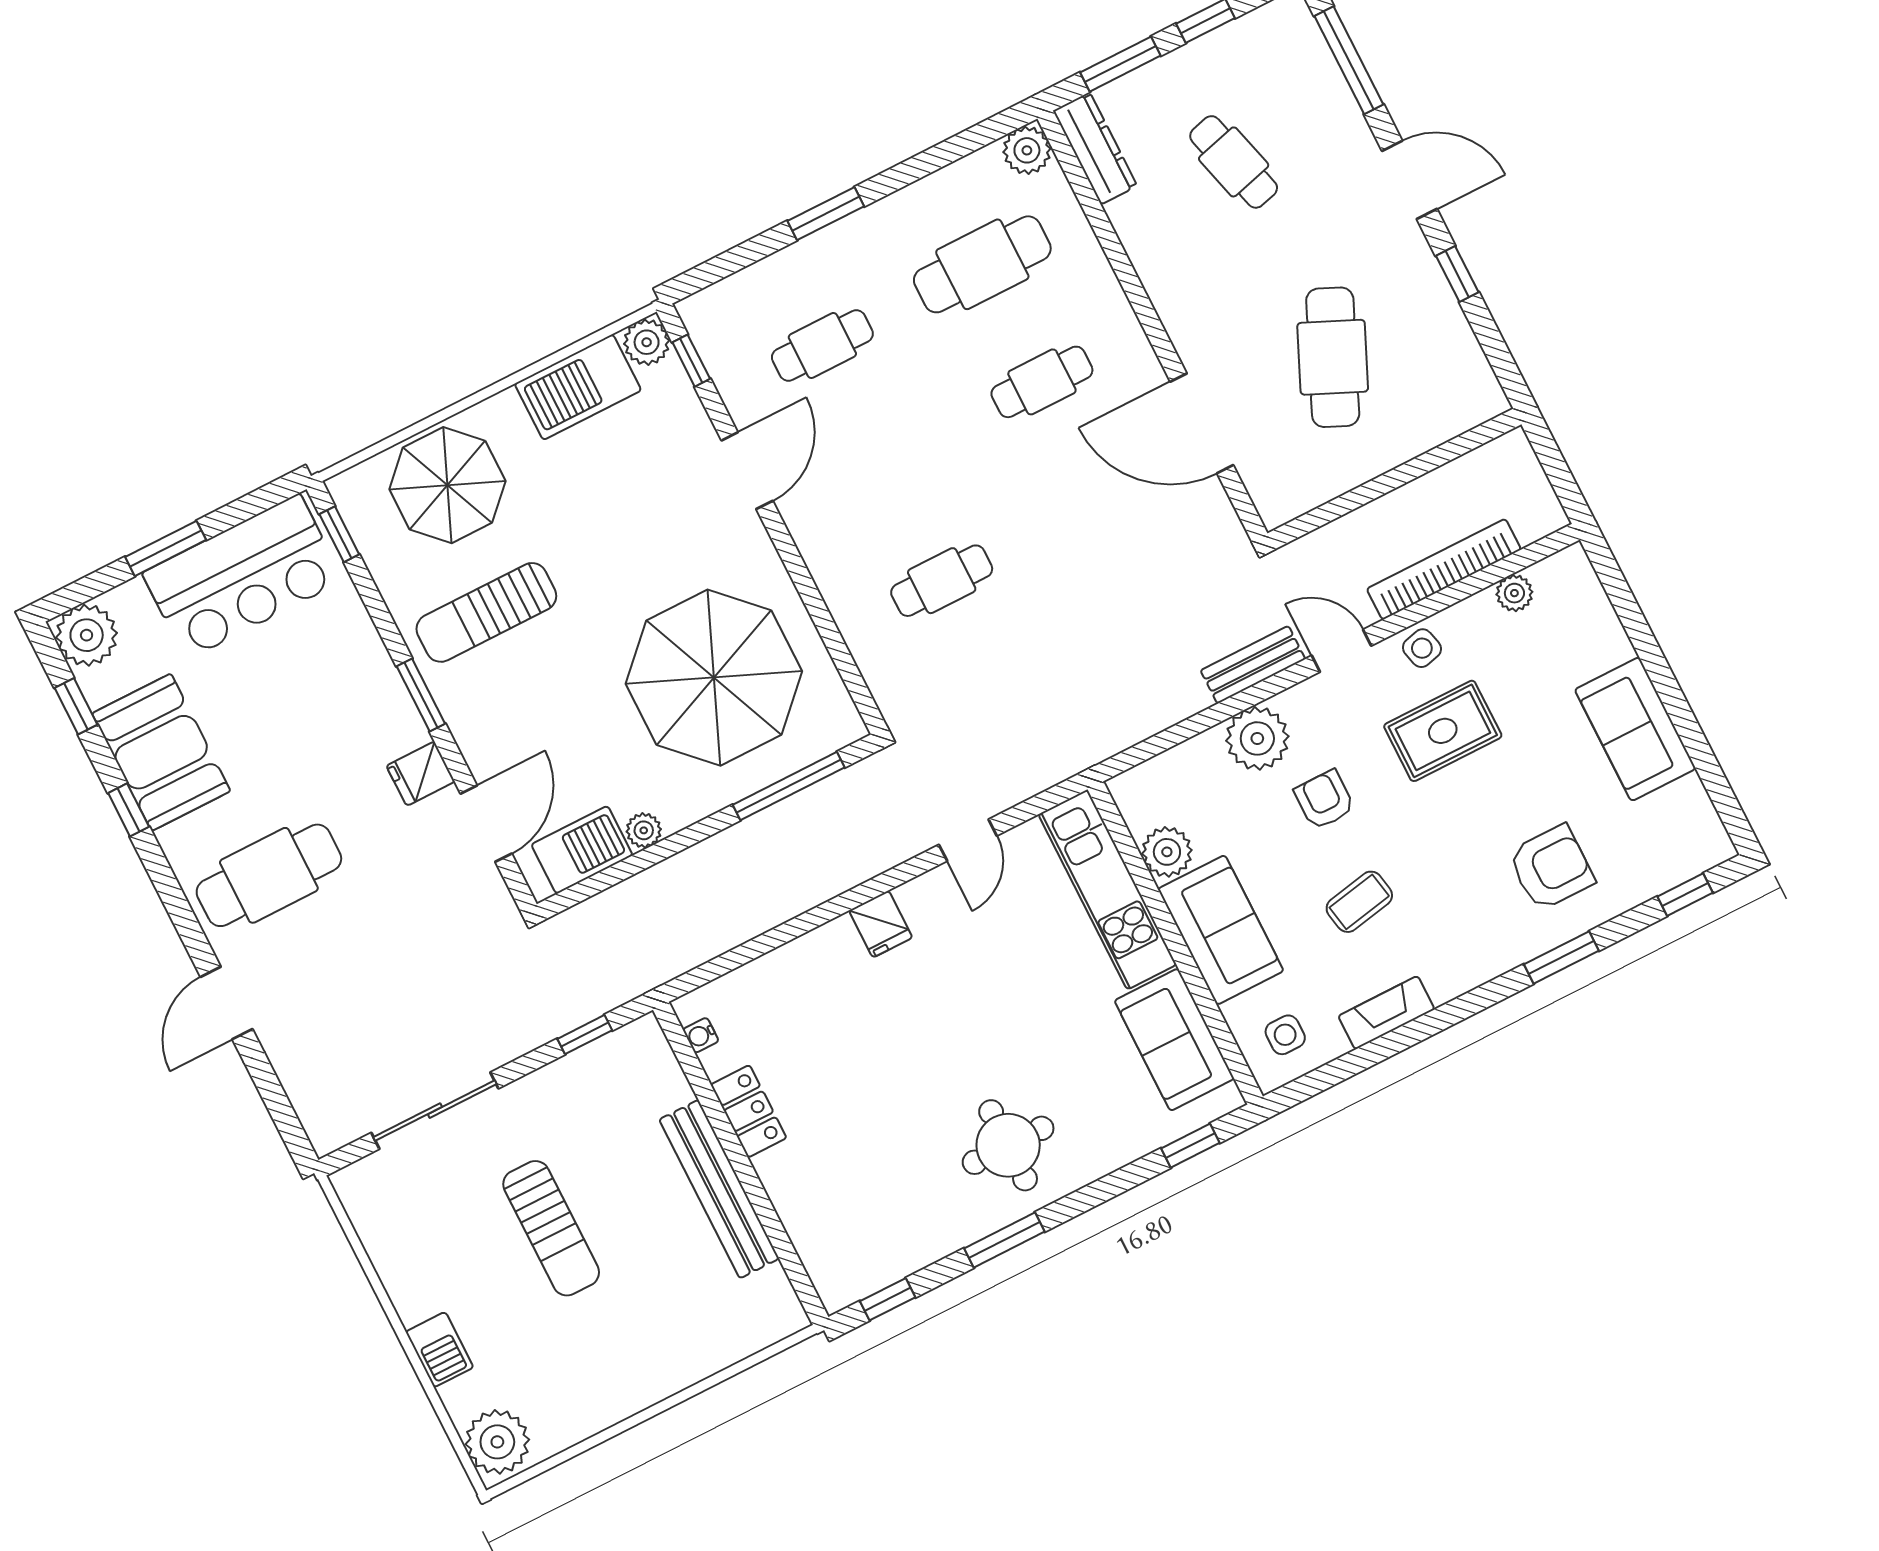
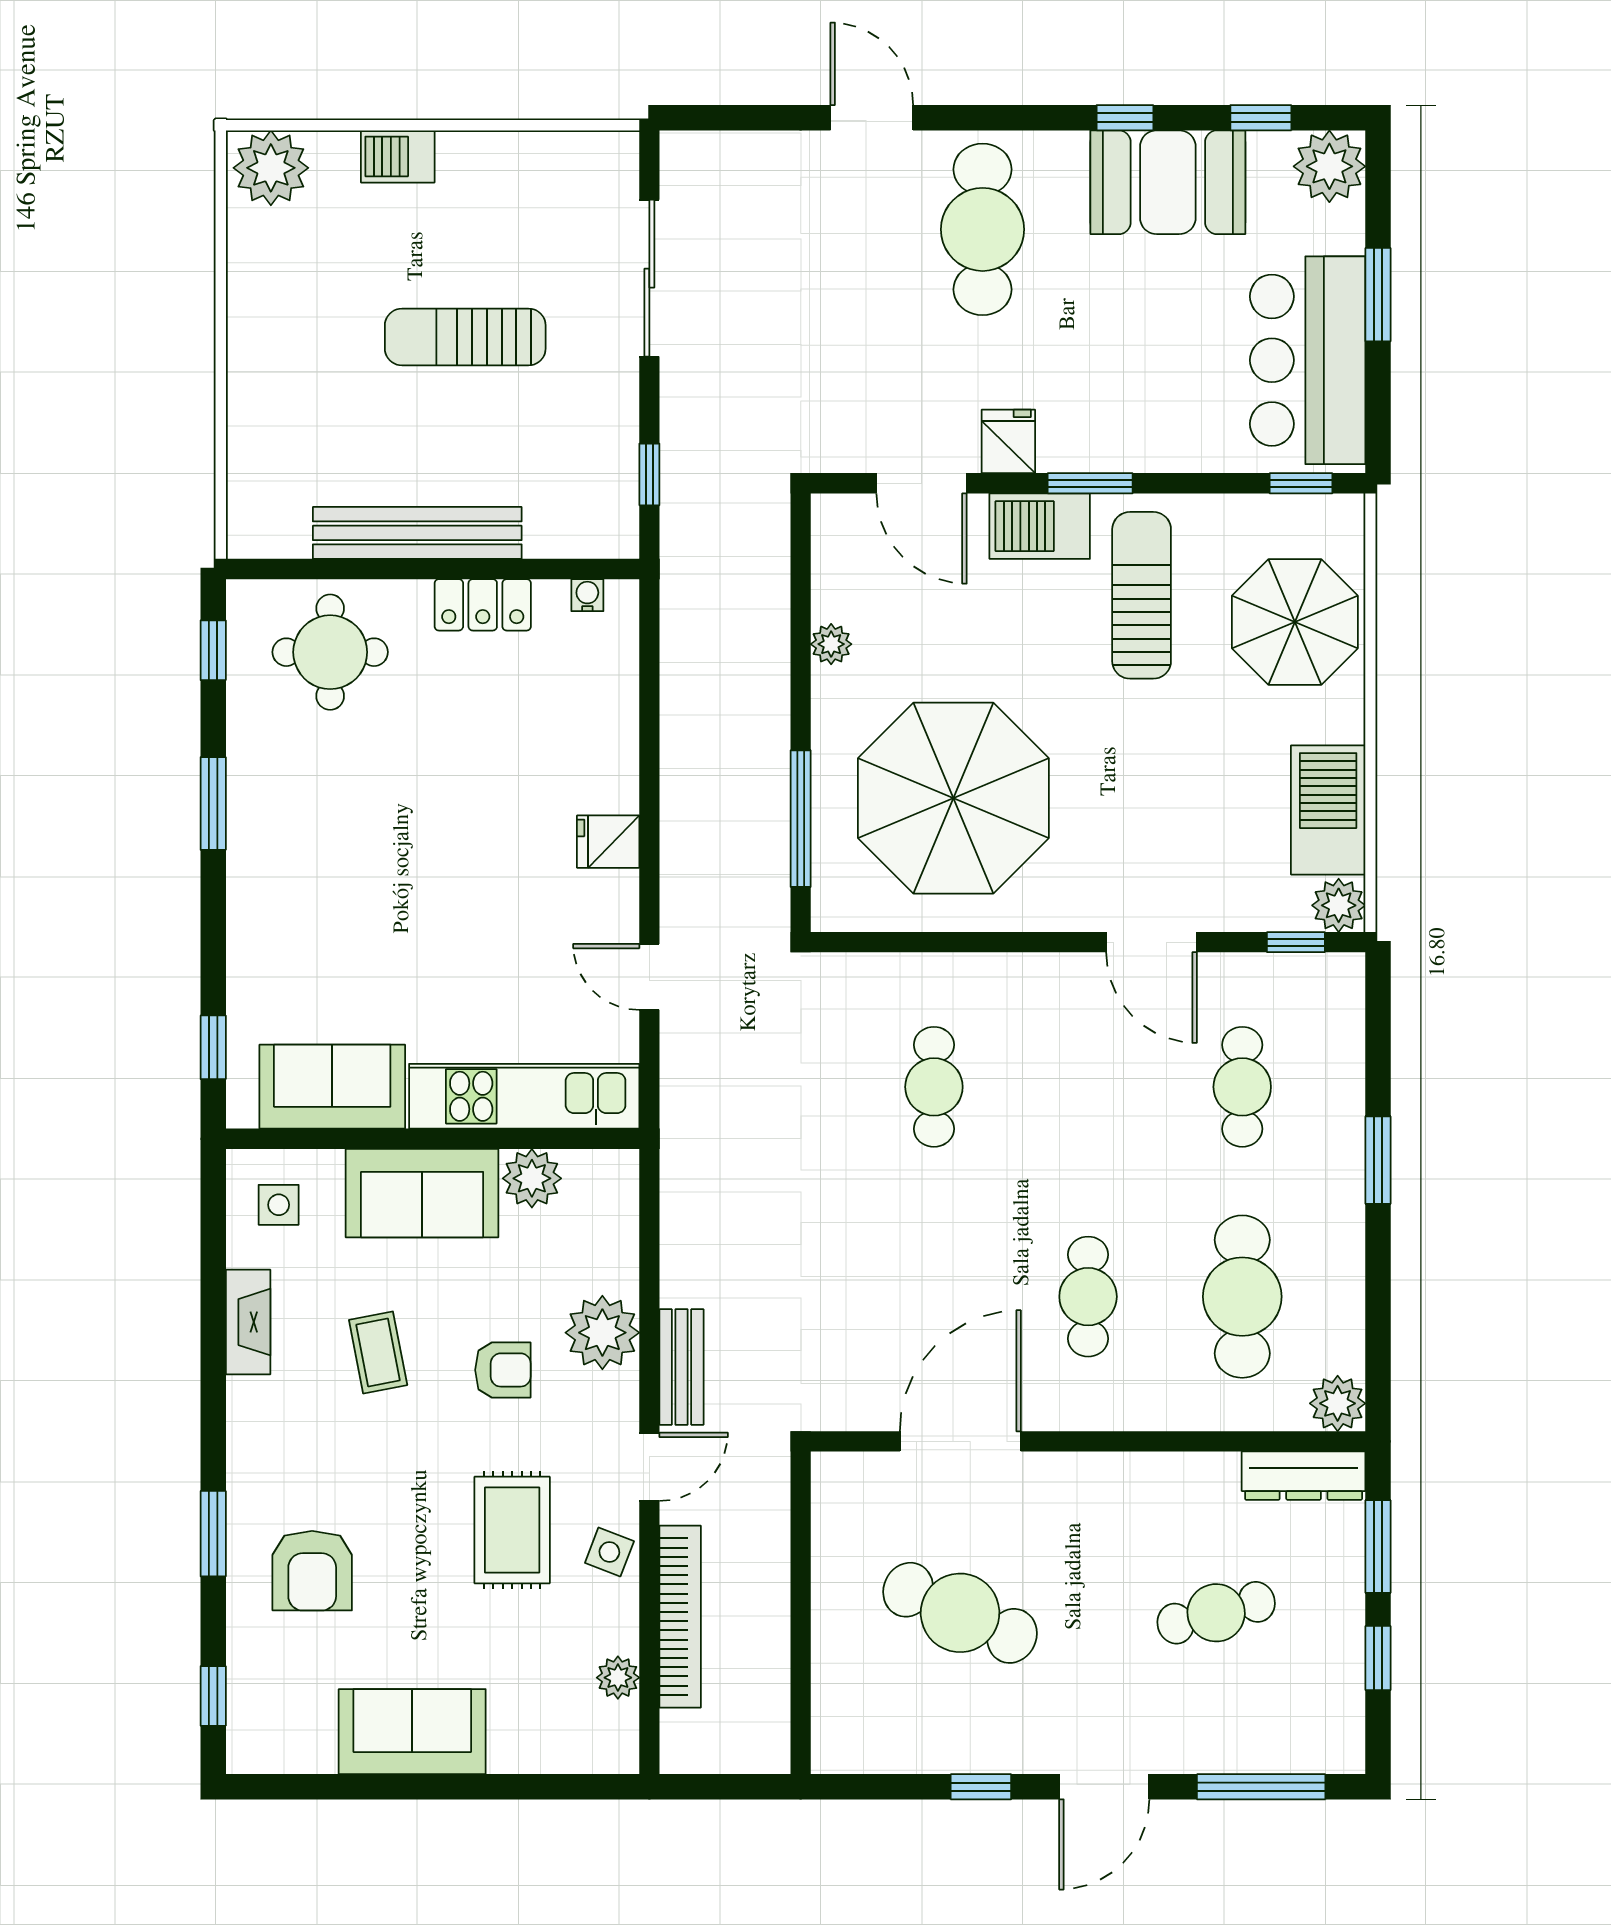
side table: (1422, 648) -> (609, 1552), turned 35
barbecue: (582, 850) -> (1040, 526), moved, turned 90
round table: (1008, 1145) -> (330, 652), moved

